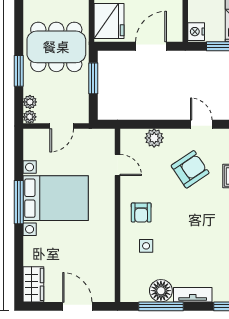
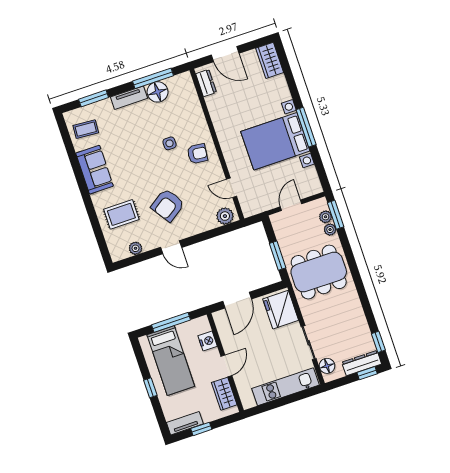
nightstand: (196, 32) -> (208, 341), moved
window: (19, 71) -> (336, 215), moved
plant: (30, 117) -> (330, 230), moved
plant: (154, 138) -> (225, 216), moved
armchair: (141, 212) -> (197, 154), turned 96
side table: (146, 246) -> (169, 143), moved
dresser: (107, 283) -> (206, 83), added

